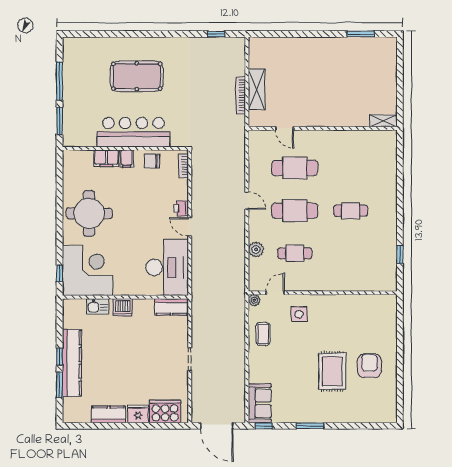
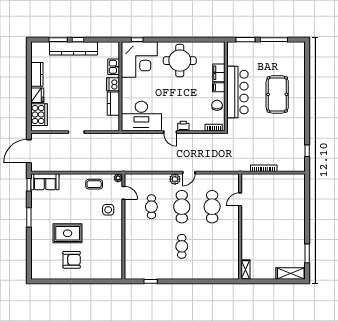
shelving: (256, 89) -> (291, 274), moved
door: (190, 227) -> (170, 132), swing flipped
plant: (256, 249) -> (175, 179), moved
kitchen counter: (172, 307) -> (113, 104), moved

